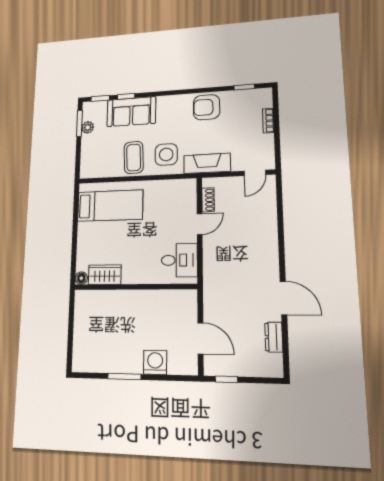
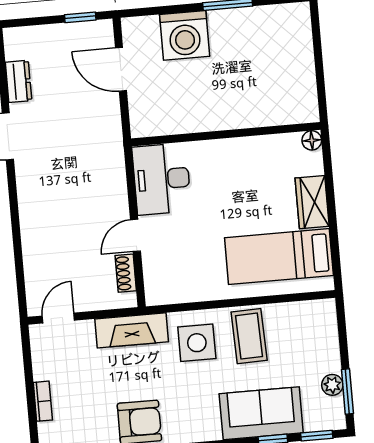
desk: (179, 260) -> (162, 179), width x1.37
wardrobe: (105, 275) -> (312, 202), moved, turned 90
washing machine: (155, 362) -> (185, 35), width x1.37, depth x1.37

